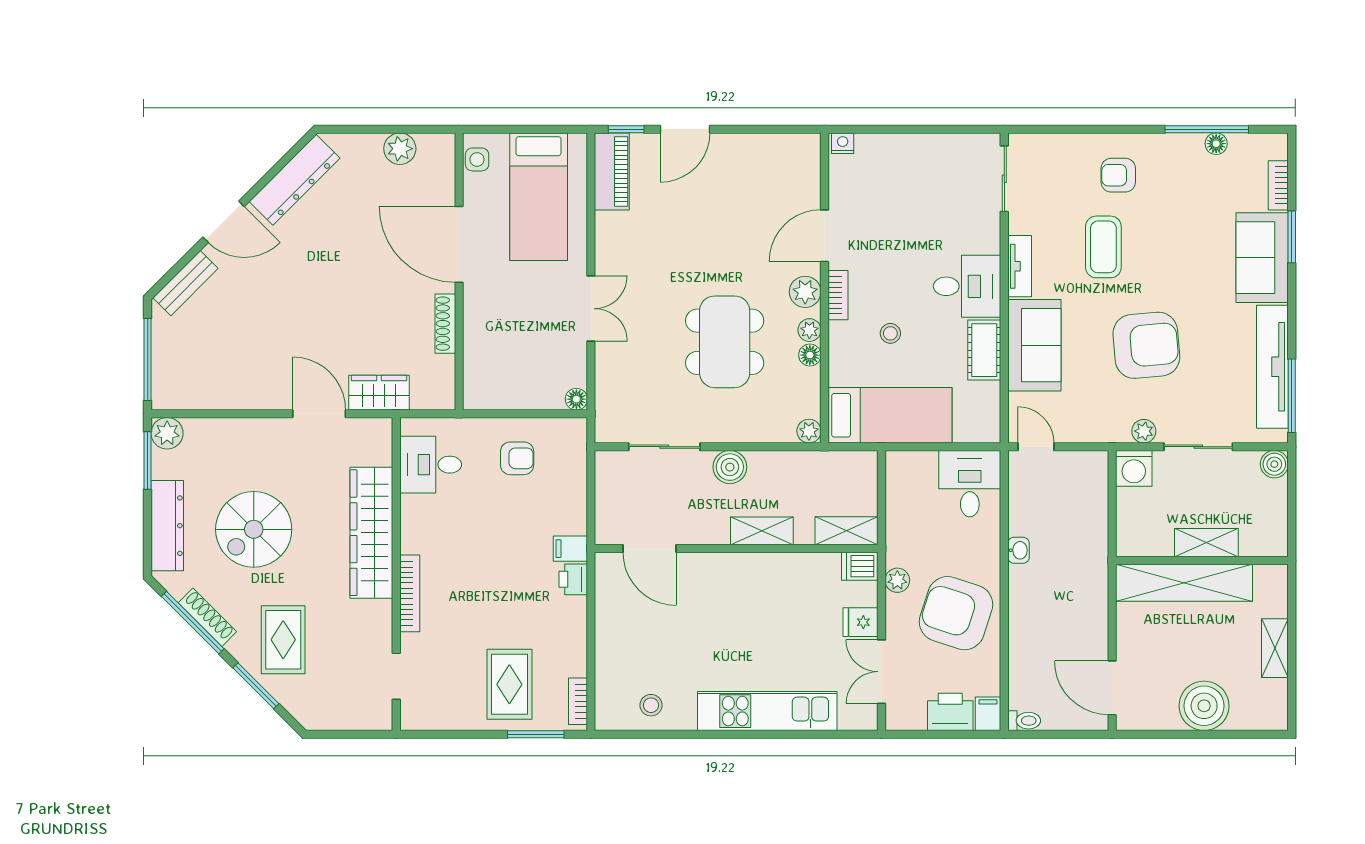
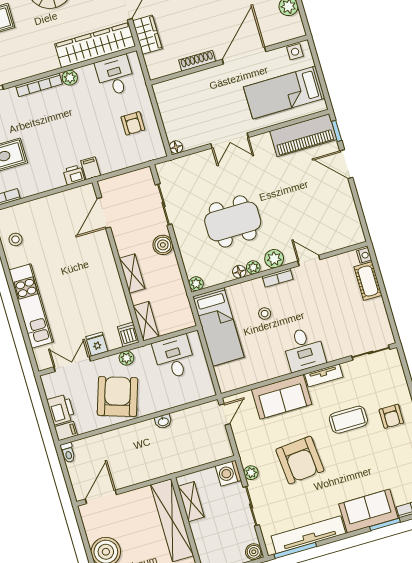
piano: (612, 171) -> (303, 135), width x1.37, depth x1.33
armchair: (1118, 175) -> (391, 416), turned 180
door: (825, 236) -> (309, 260), width x0.73
cot: (984, 350) -> (368, 281), moved, turned 90
desk: (970, 484) -> (174, 357), moved, turned -90
wardrobe: (371, 533) -> (95, 45), moved
plant: (413, 540) -> (70, 78), added
shelving: (1206, 543) -> (191, 502), moved

